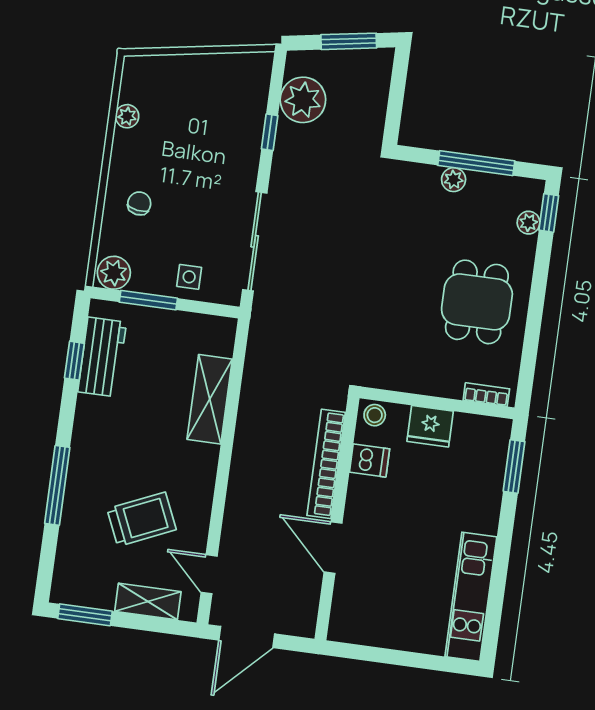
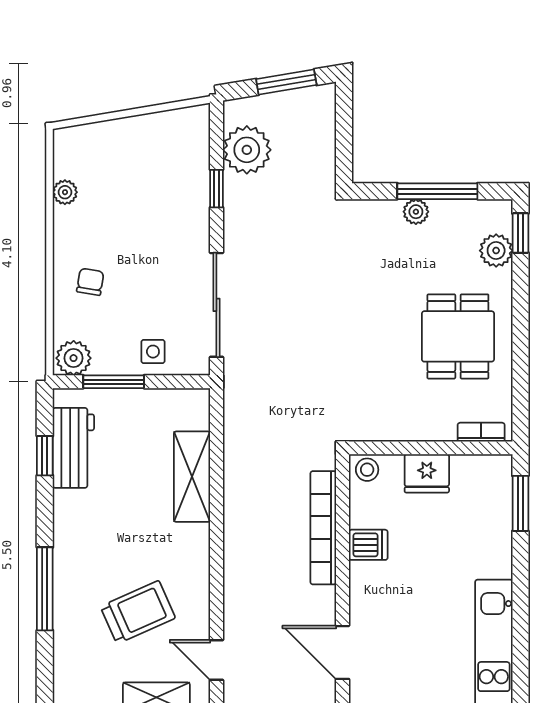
plant: (528, 223) -> (496, 251), width x1.38, depth x1.38
dishwasher: (370, 460) -> (368, 545), moved
door: (333, 548) -> (342, 652), moved

